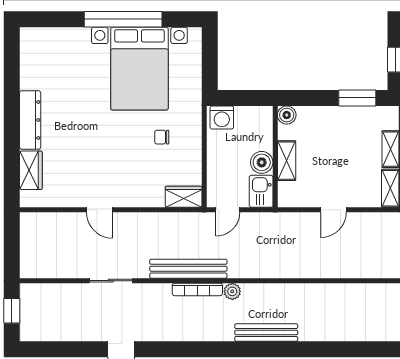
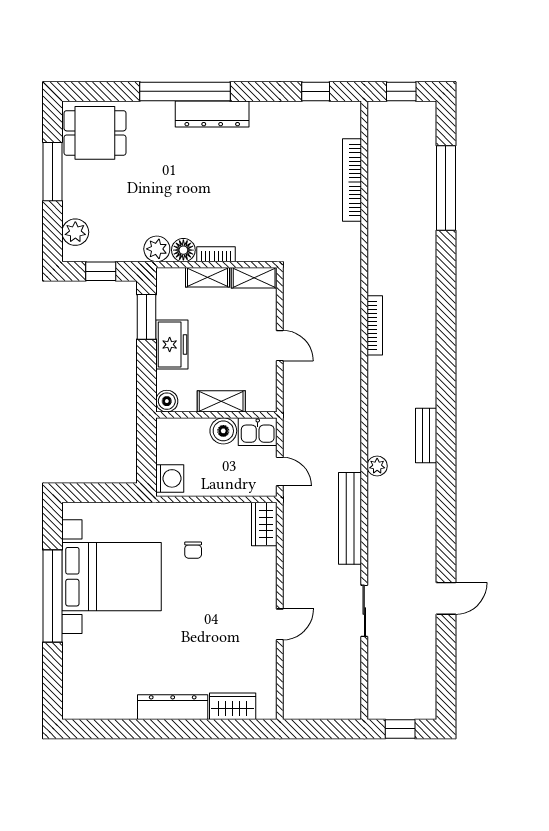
freezer: (334, 119) -> (172, 344), added
bookcase: (197, 289) -> (375, 325), moved
bench: (266, 332) -> (426, 435), width x0.73

